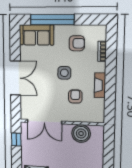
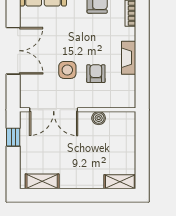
side table: (64, 73) -> (67, 70), moved
boiler: (81, 133) -> (99, 118), width x0.54, depth x0.54

